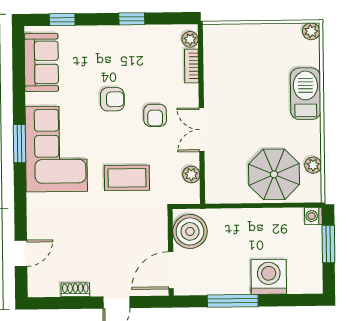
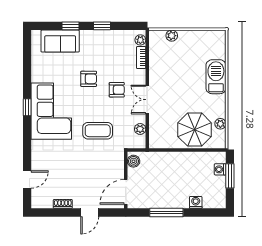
window: (62, 20) -> (71, 26), moved
plant: (311, 31) -> (172, 36), moved
sofa: (41, 62) -> (60, 41), moved, turned 90
armchair: (155, 115) -> (117, 90), turned -90
window: (20, 144) -> (27, 107), width x0.67
washing machine: (313, 216) -> (220, 169), moved
boiler: (190, 231) -> (134, 161), width x0.54, depth x0.54
washing machine: (269, 277) -> (196, 202), width x0.53, depth x0.53

